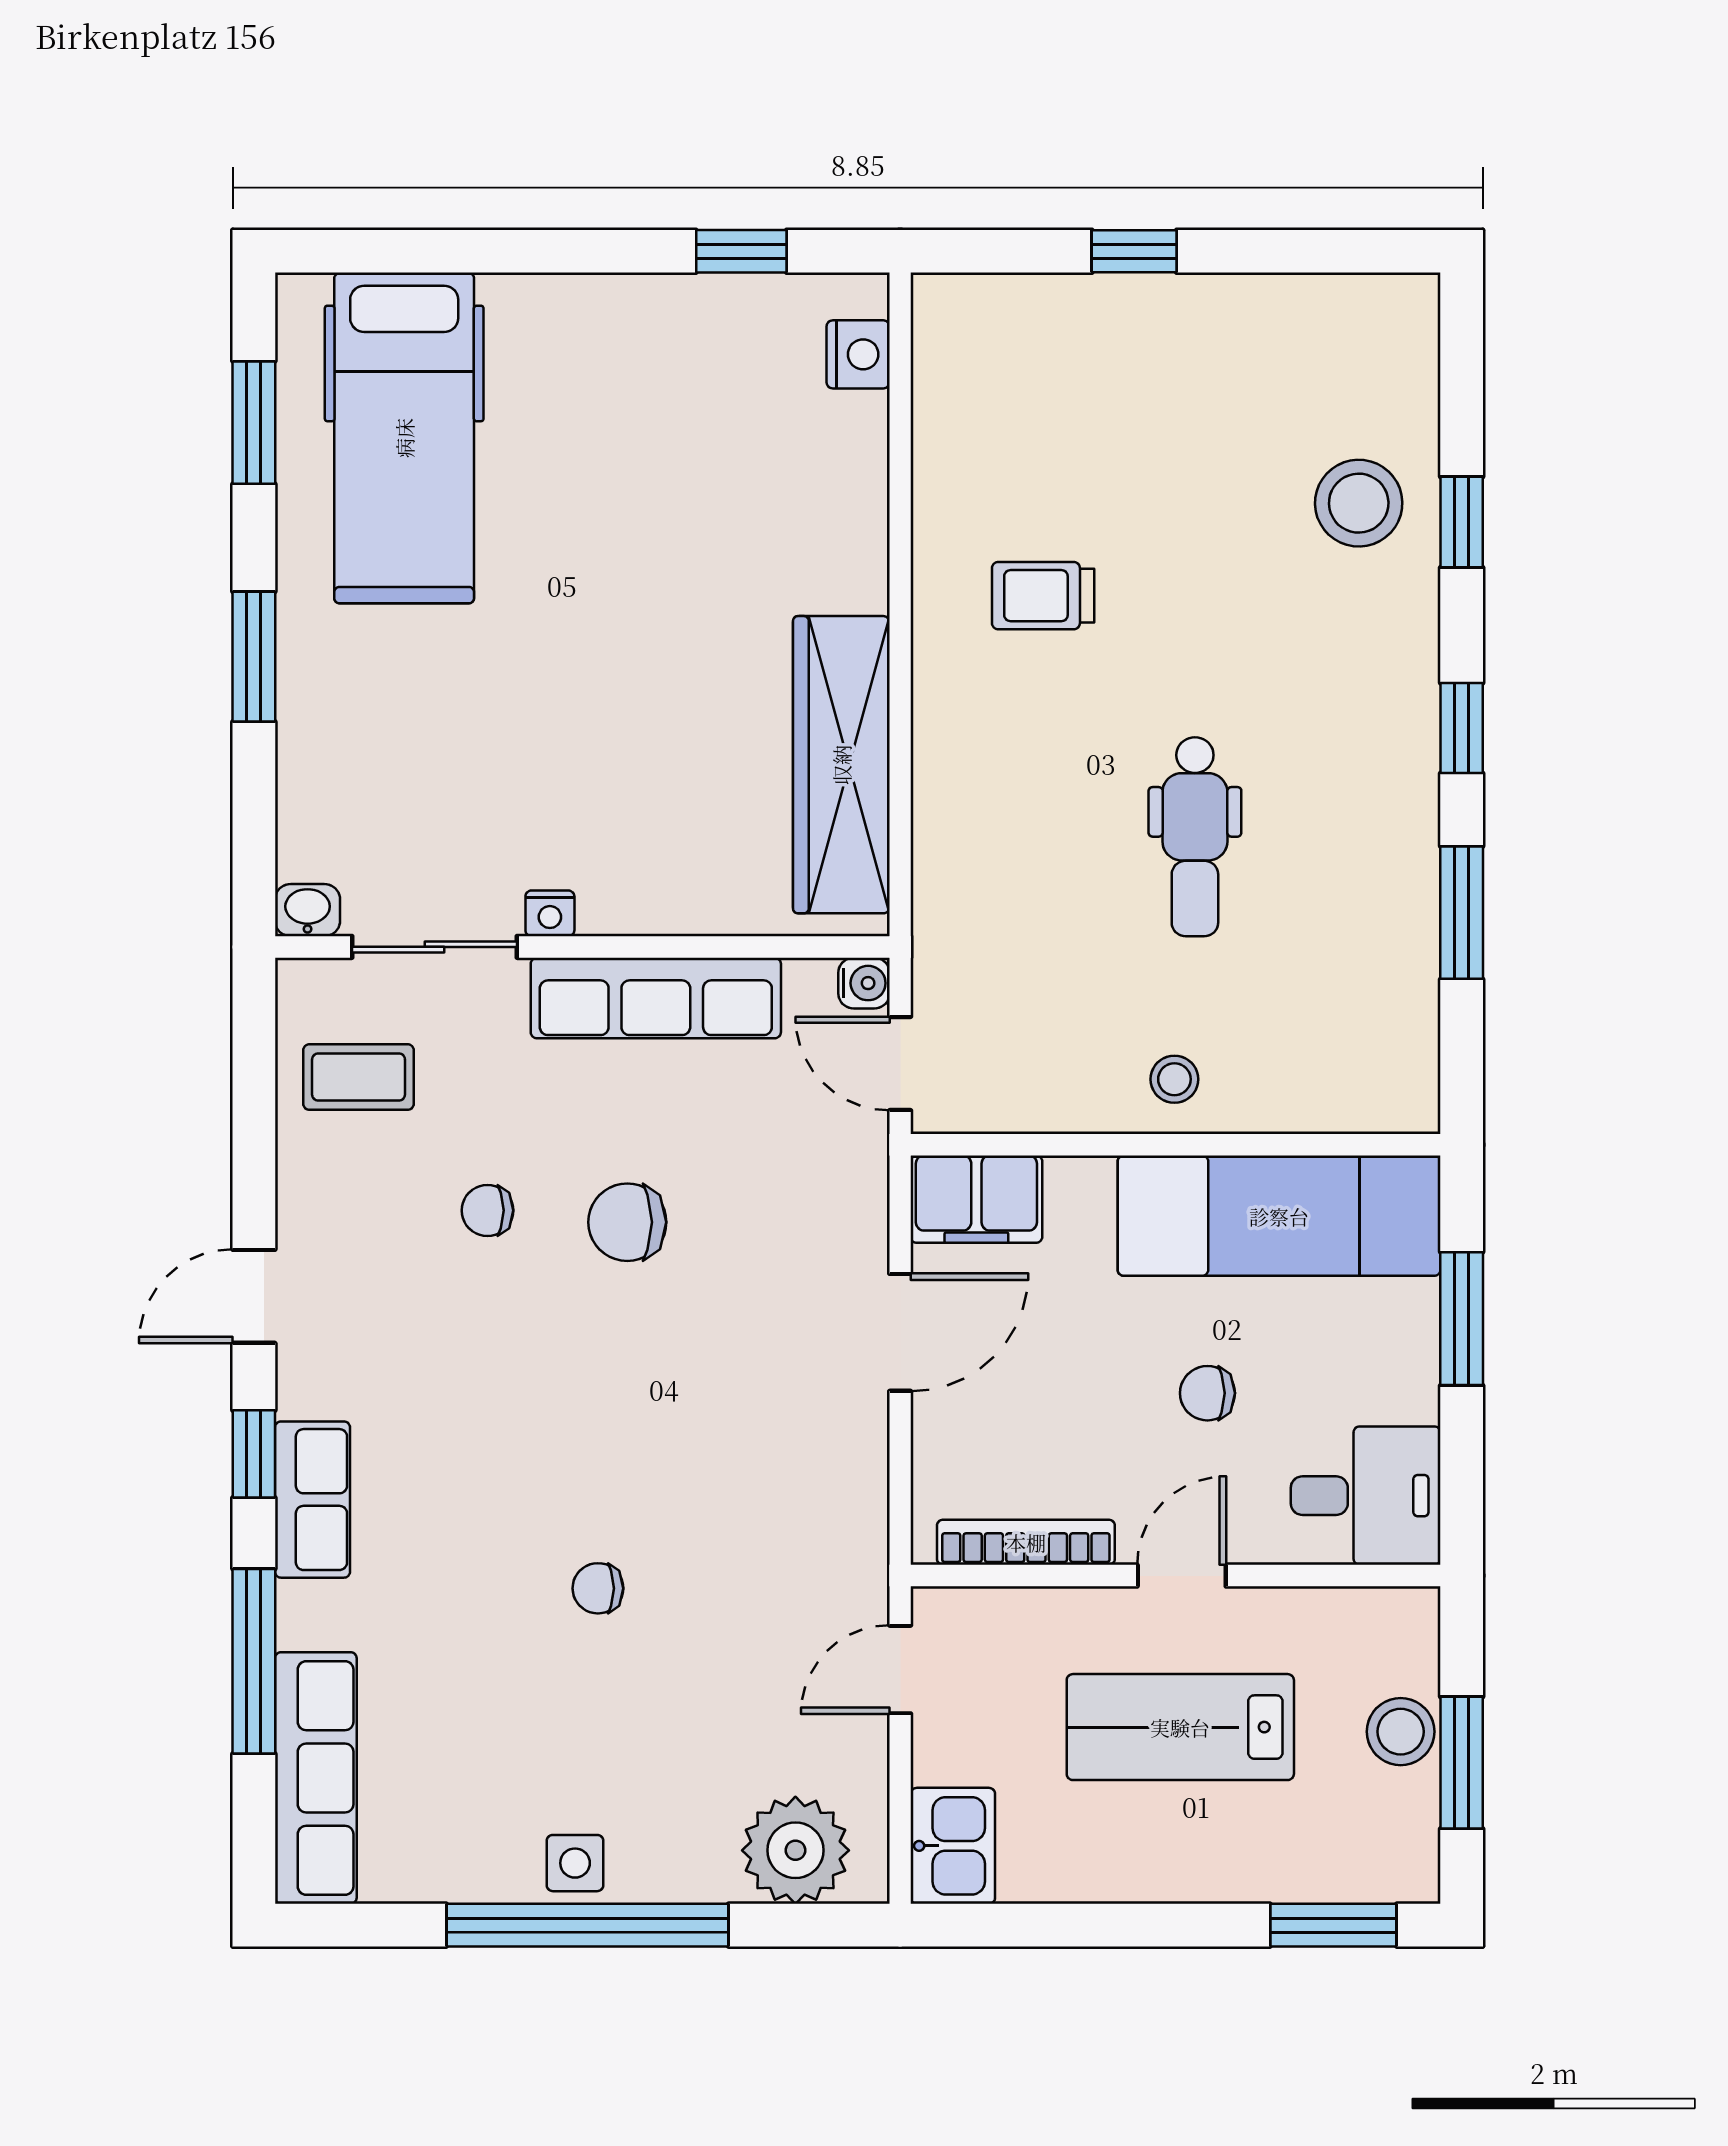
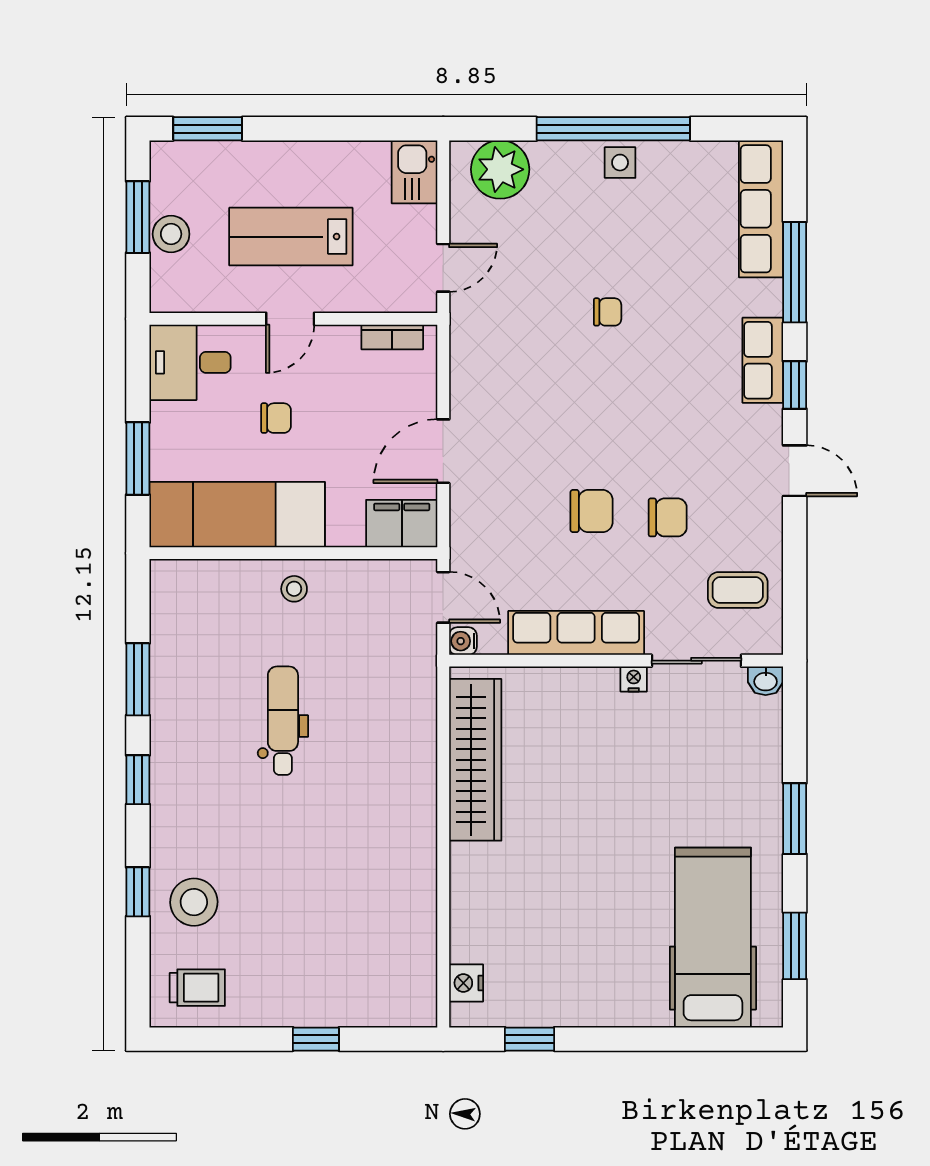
trolley: (1043, 596) -> (197, 988), moved
chair: (487, 1210) -> (668, 517), width x1.37, depth x1.37
door: (254, 1296) -> (795, 471), hinge flipped
bookcase: (1026, 1542) -> (392, 337), width x0.64
lab bench: (1180, 1727) -> (291, 237), turned 180

